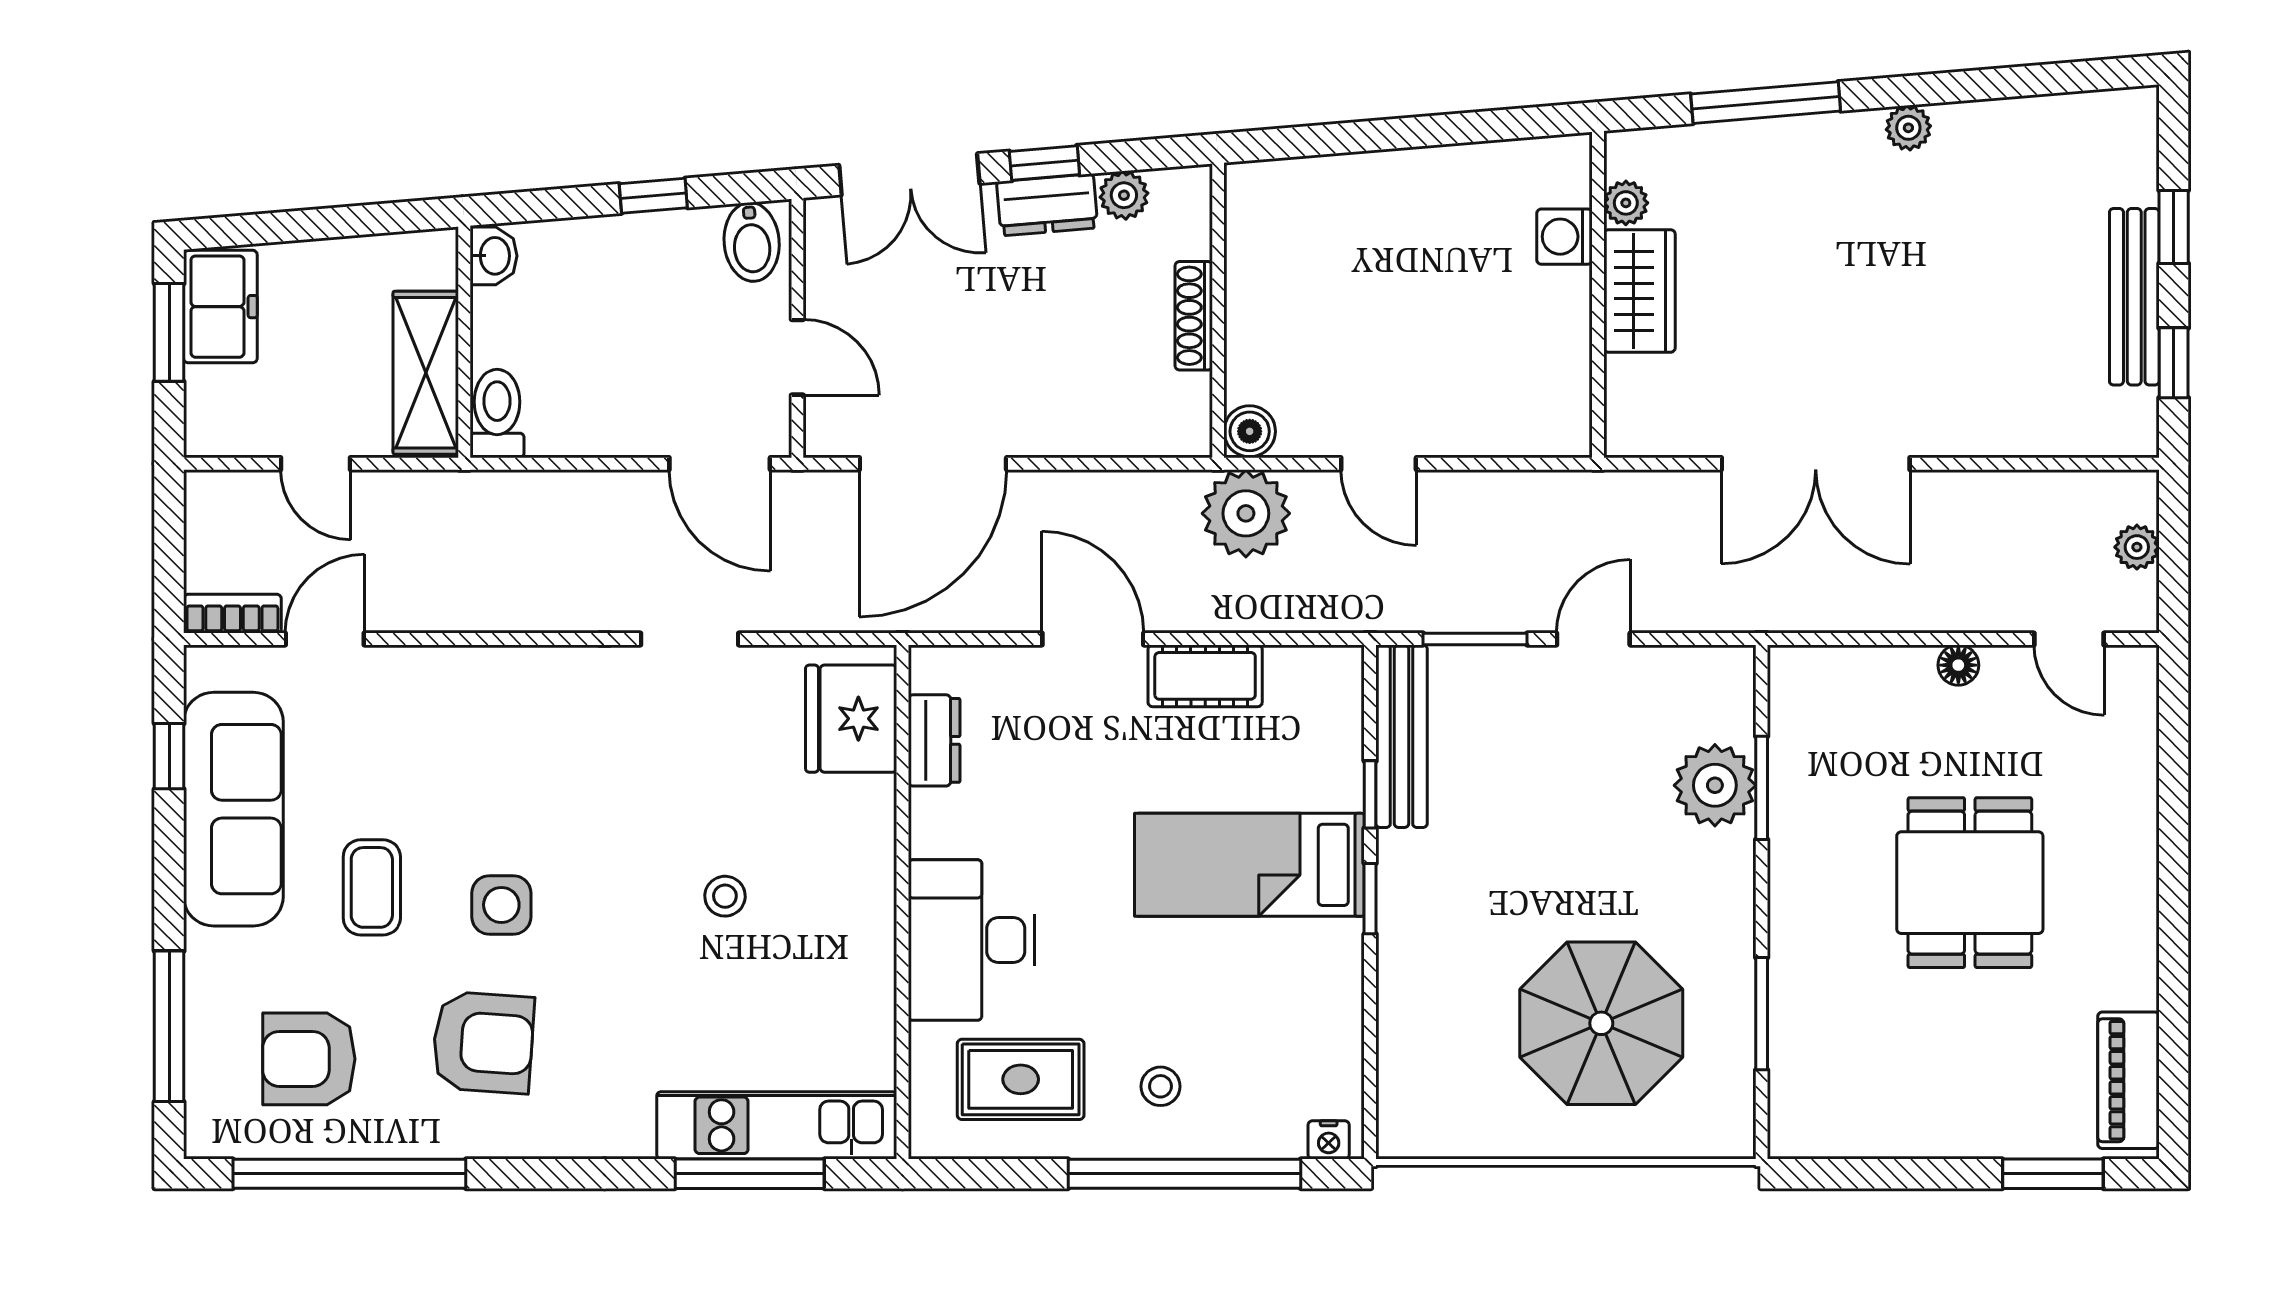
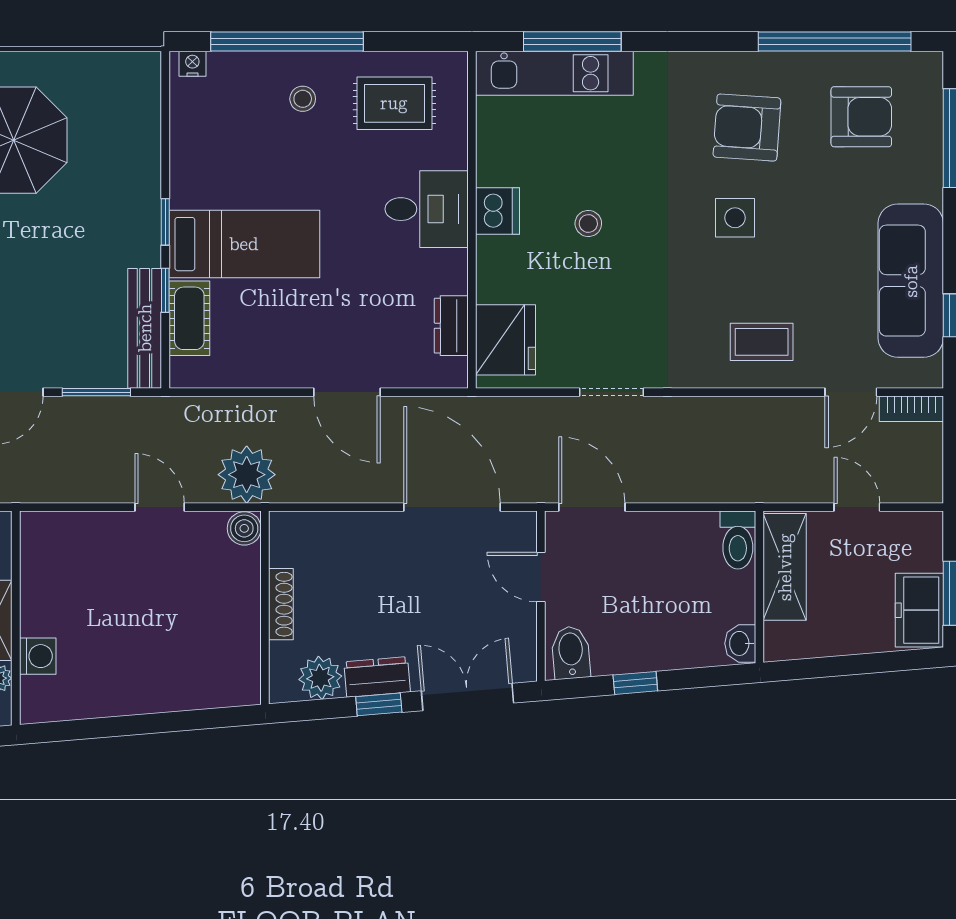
plant: (1124, 195) -> (320, 678), width x1.38, depth x1.38
door: (933, 464) -> (452, 507), hinge flipped
cot: (1205, 676) -> (189, 318), moved, turned 90
coffee table: (372, 887) -> (762, 342), moved, turned 90
dishwasher: (863, 915) -> (498, 211), added
desk: (972, 940) -> (427, 209), width x0.73

